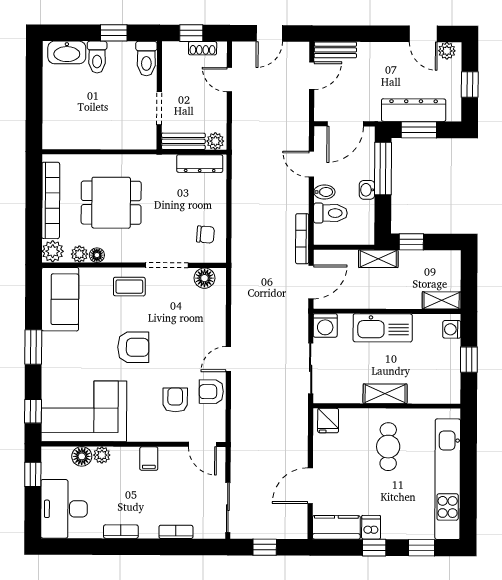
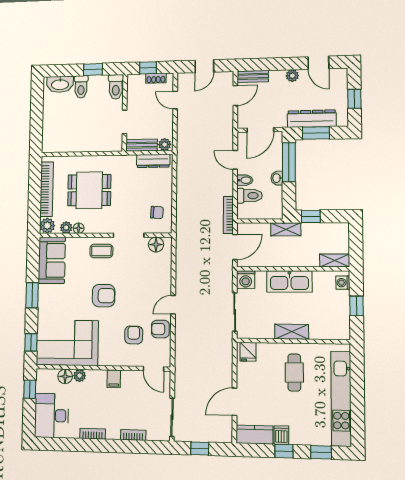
plant: (447, 51) -> (292, 76), moved

